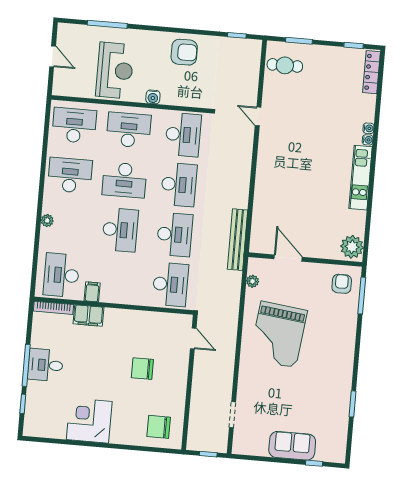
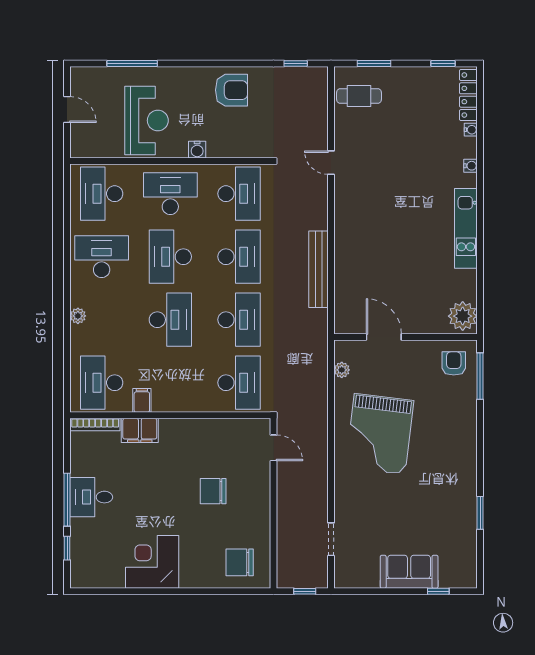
desk: (74, 125) -> (102, 194), turned -90
water cooler: (368, 140) -> (471, 130), moved
desk: (124, 180) -> (170, 257), turned 90
bench: (238, 240) -> (319, 269), moved

